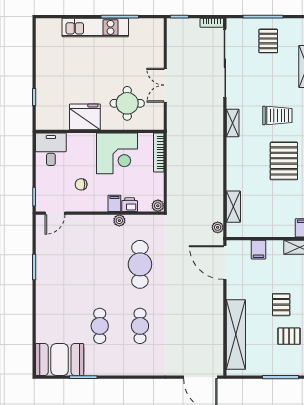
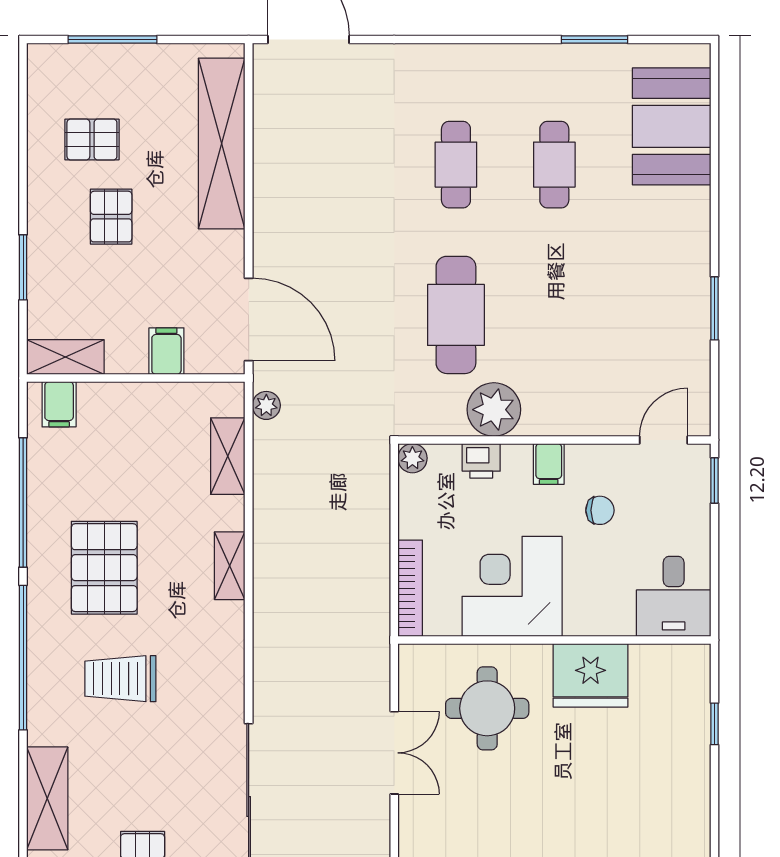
shelving: (233, 123) -> (230, 566), moved
filing cabinet: (114, 203) -> (549, 464), moved
plant: (119, 221) -> (494, 410), width x1.88, depth x1.88
booth: (60, 360) -> (672, 126), moved, turned 90

